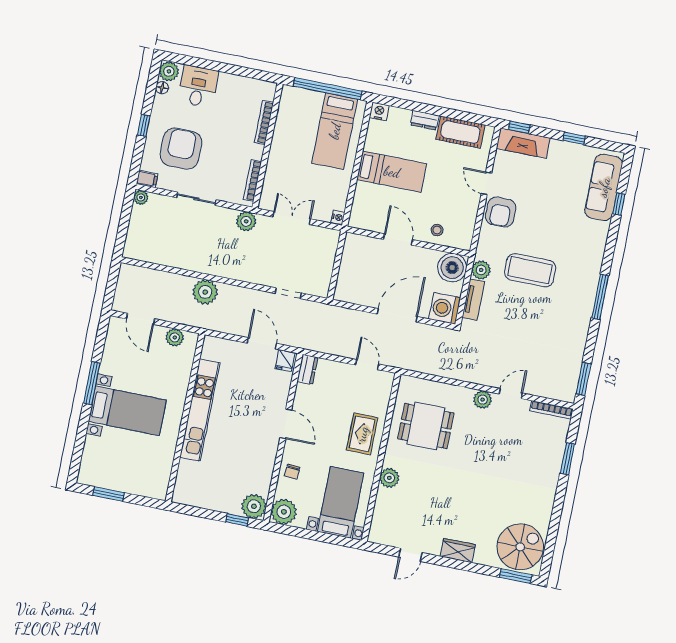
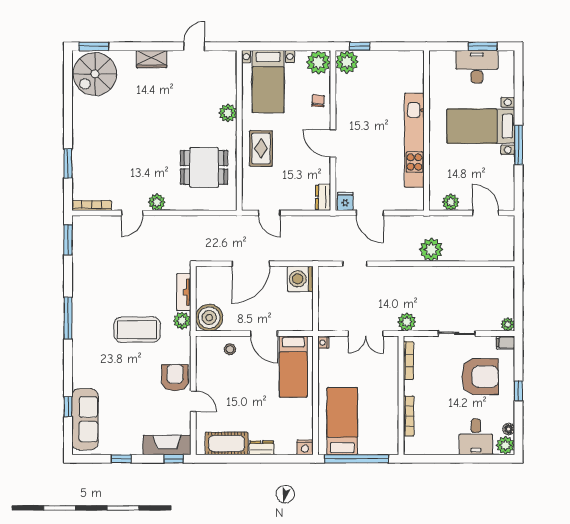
armchair: (181, 149) -> (480, 377), turned -90
bed: (392, 172) -> (293, 366), moved, turned -90
washing machine: (445, 308) -> (300, 279), moved, turned 180
desk: (119, 474) -> (477, 67), added

